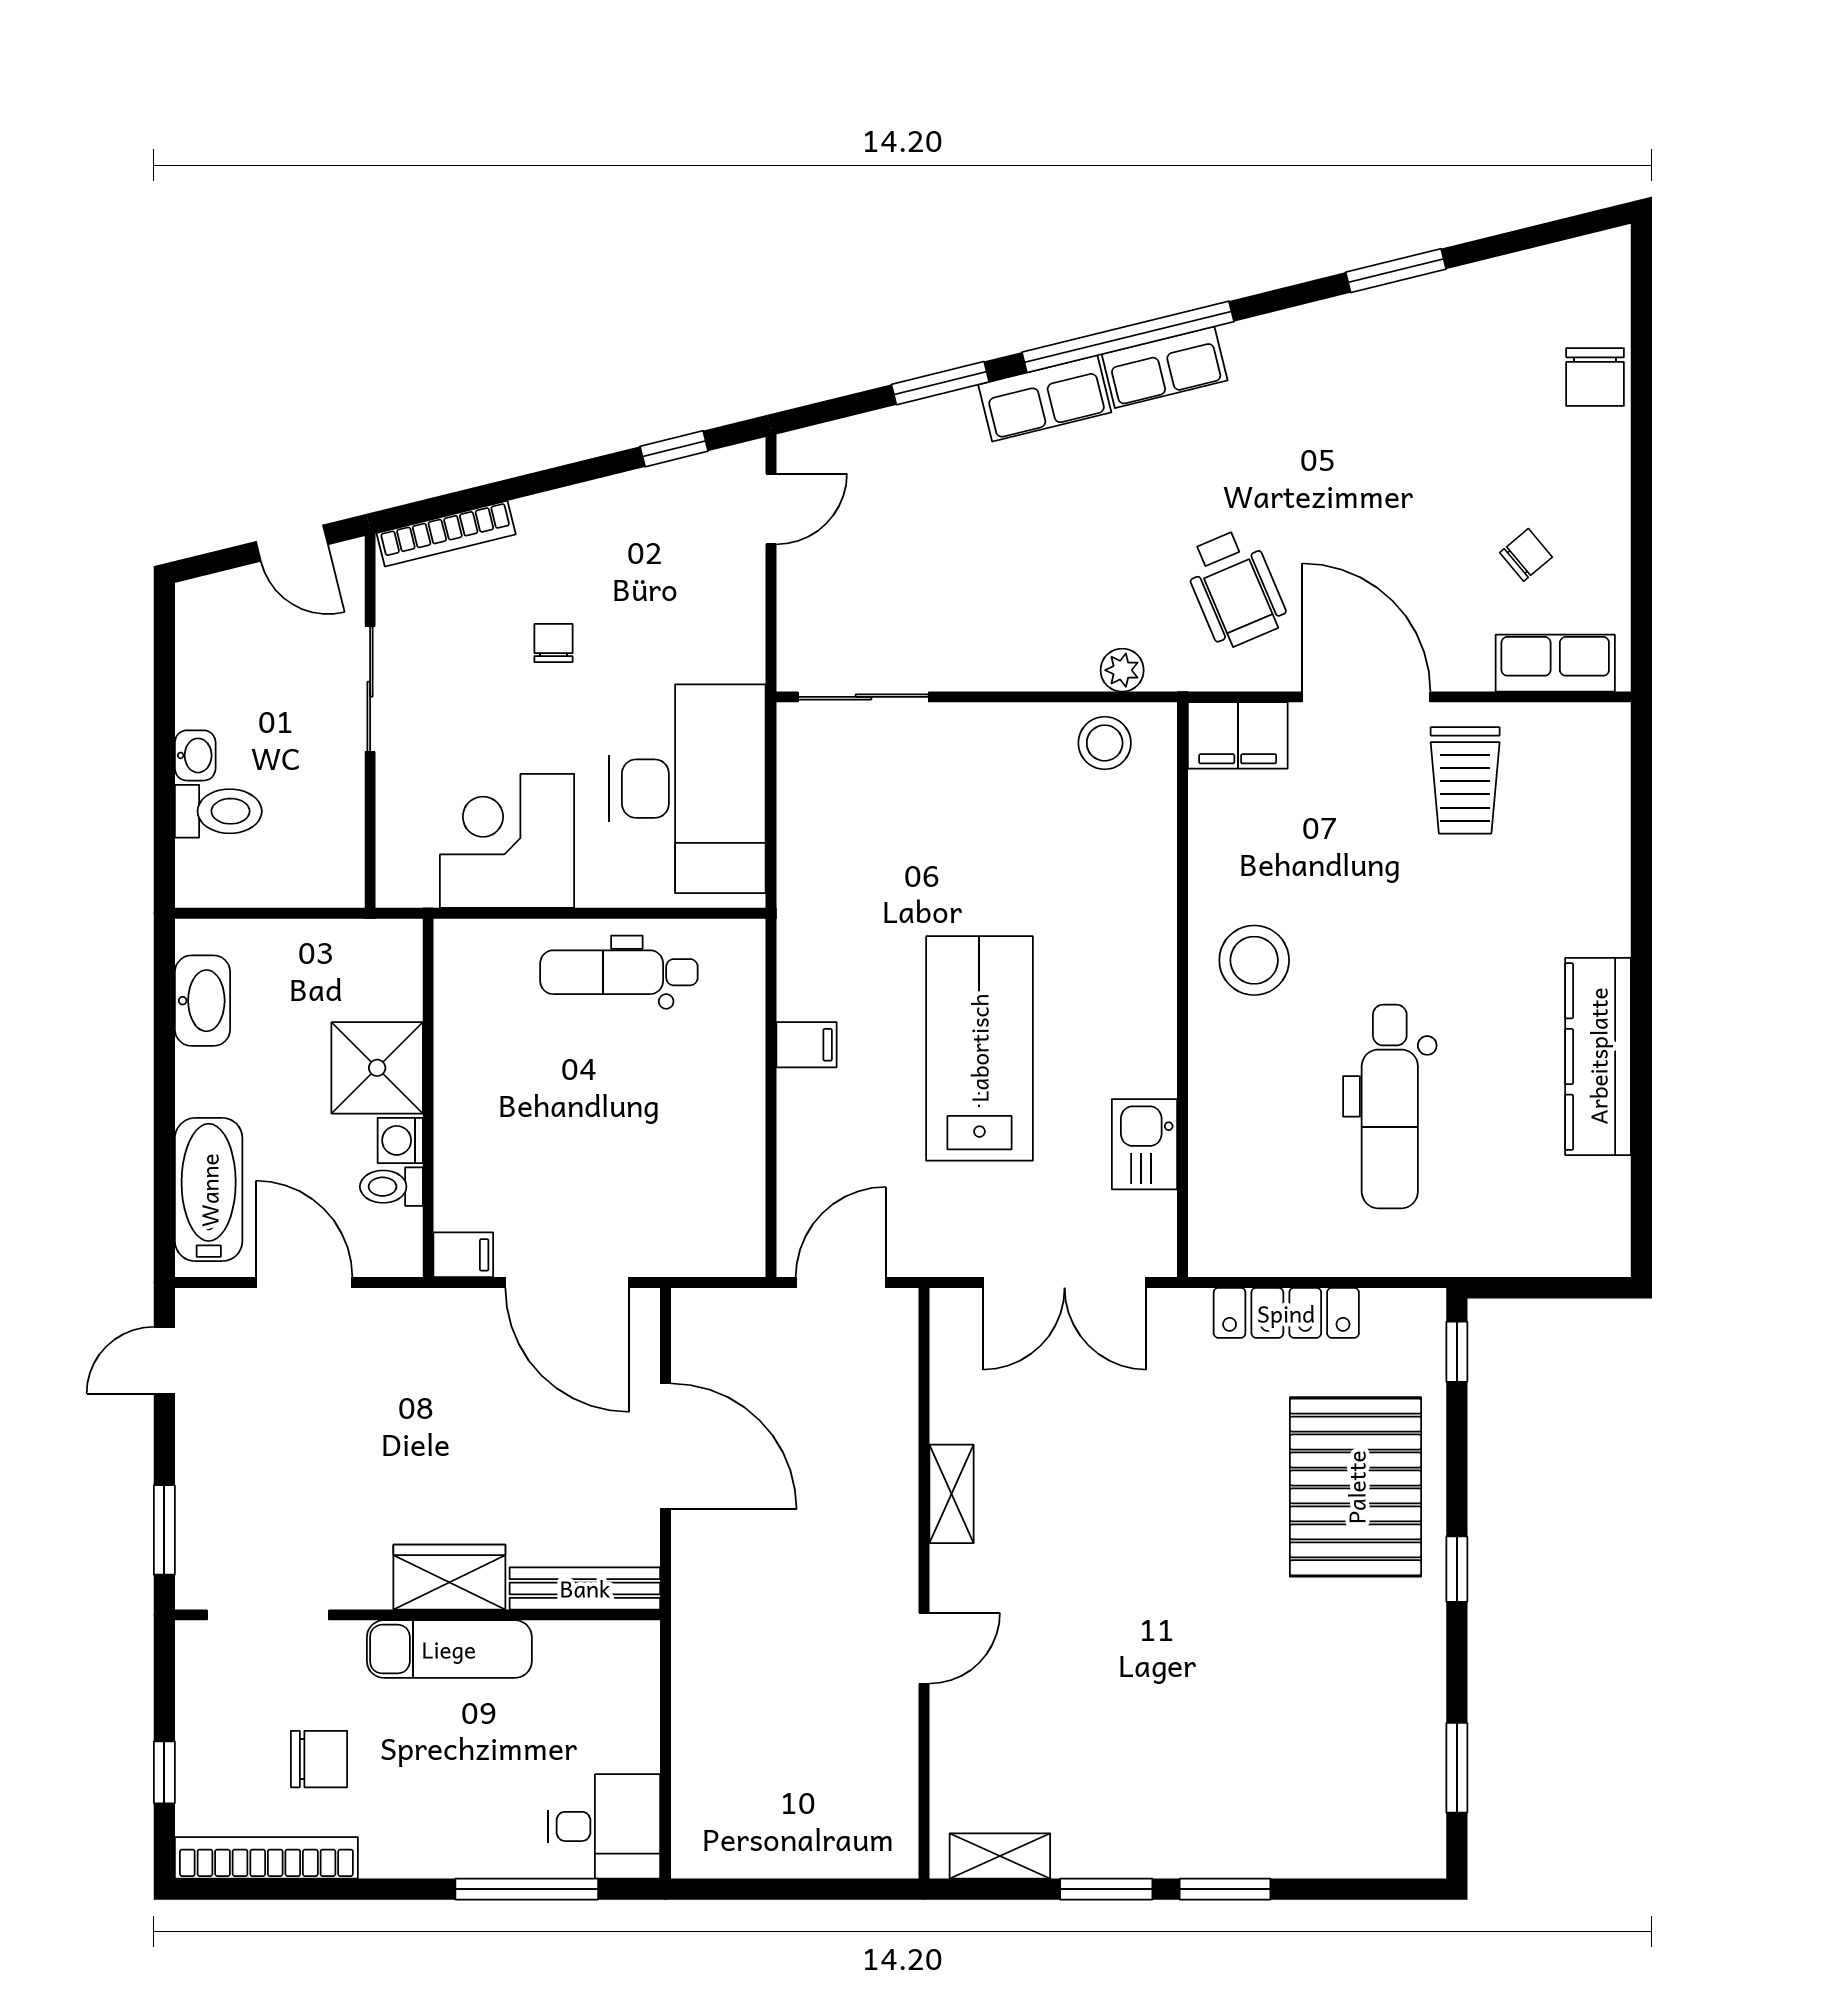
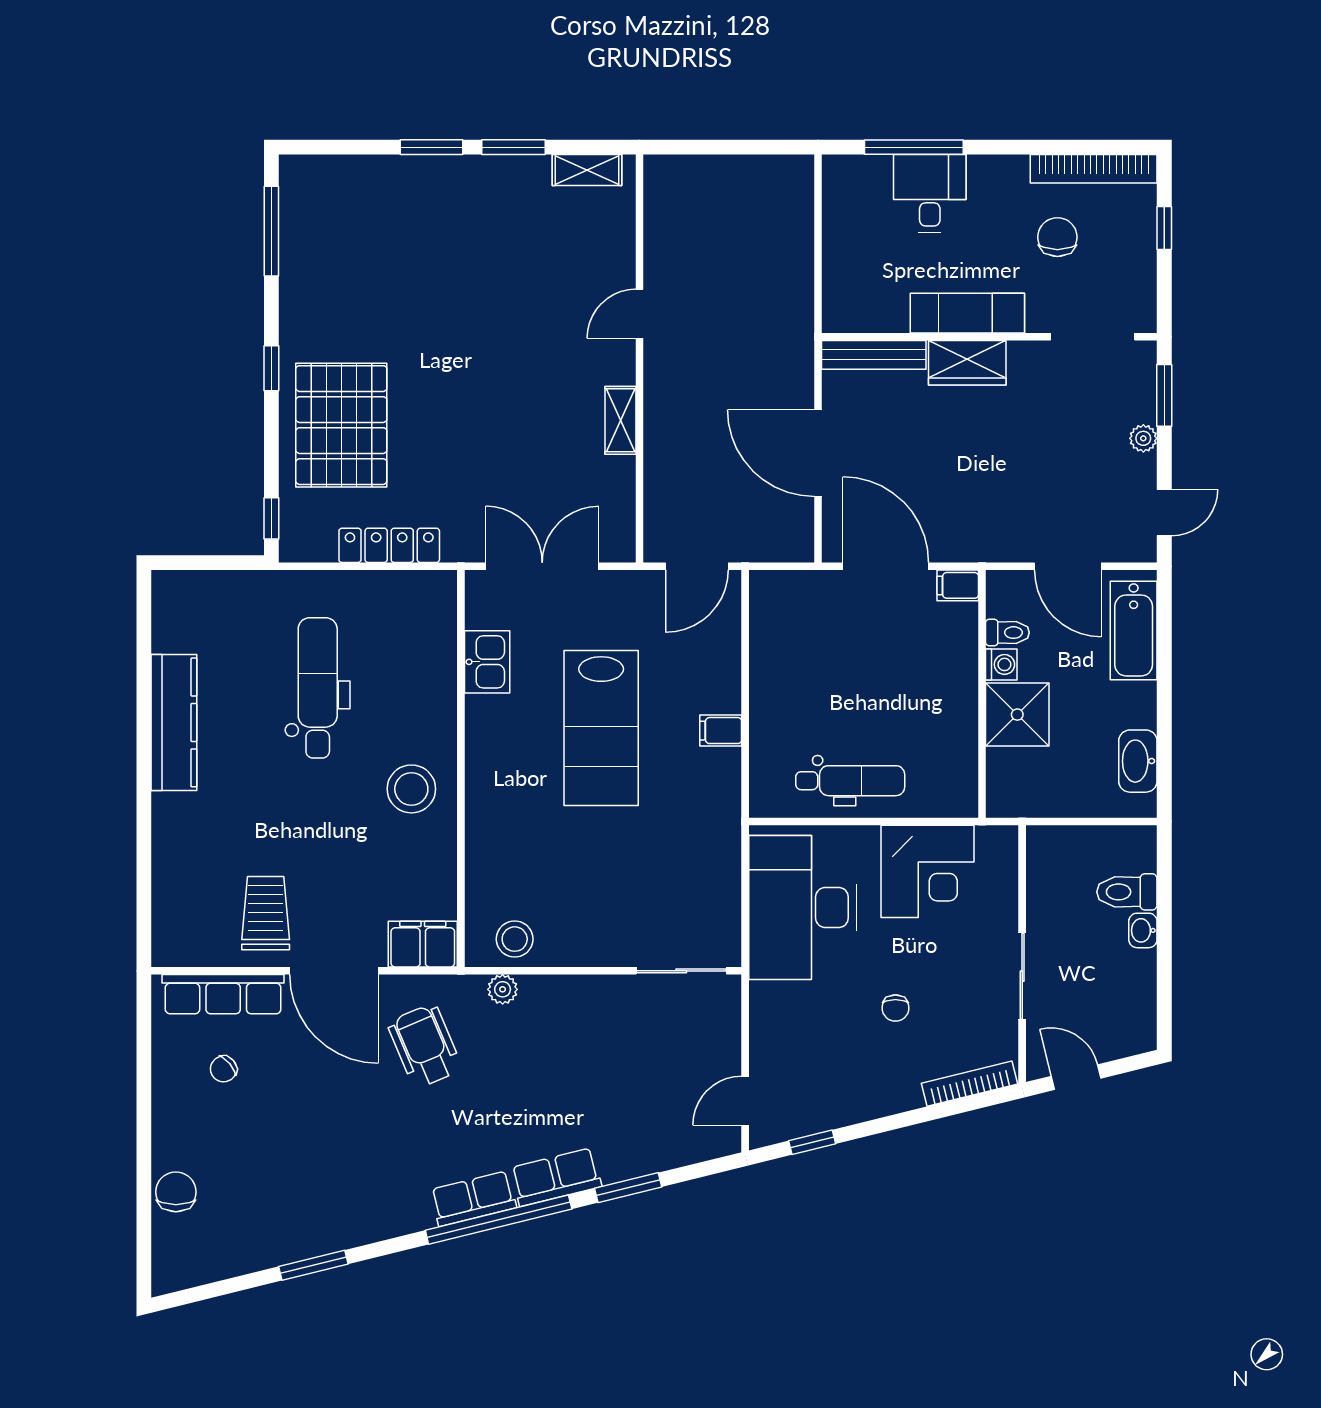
row of seats: (1555, 663) -> (223, 994), width x1.48
plant: (195, 1468) -> (1143, 438), added
chair: (319, 1759) -> (1057, 237), turned 90
window: (1457, 1768) -> (271, 231), width x1.44
desk: (604, 1826) -> (930, 193), moved, turned 90

